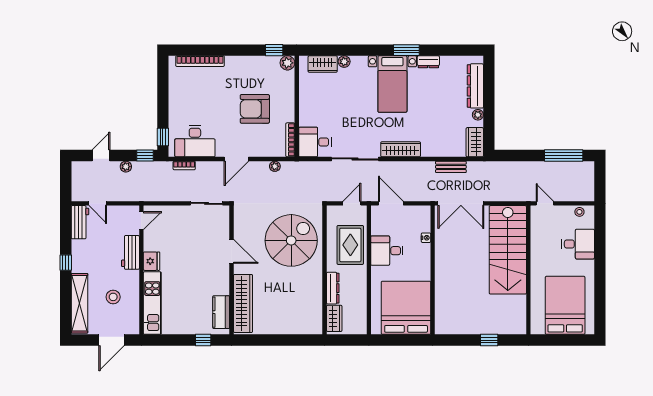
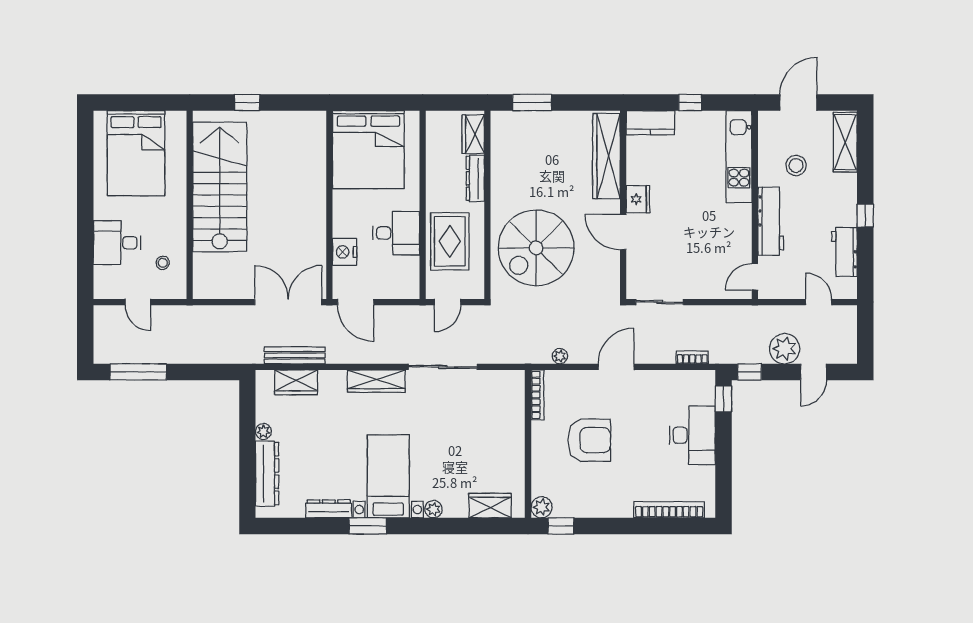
plant: (344, 62) -> (433, 509), moved
dresser: (428, 62) -> (329, 509), width x1.44
desk: (195, 141) -> (692, 435), moved, turned 90
desk: (315, 142) -> (501, 392), removed
wardrobe: (475, 142) -> (296, 382), moved, turned 90
plant: (126, 167) -> (785, 349), width x1.87, depth x1.87
bench: (451, 167) -> (295, 355), width x1.36
door: (391, 203) -> (356, 302), moved
door: (545, 203) -> (138, 302), moved
stool: (579, 212) -> (163, 263), moved
workbench: (80, 222) -> (845, 252), moved
nightstand: (426, 238) -> (345, 252), width x1.89, depth x1.79
stairs: (508, 250) -> (220, 187), moved
workbench: (130, 252) -> (771, 221), width x1.38
fridge: (151, 261) -> (638, 199), moved, turned 180
shelving: (79, 303) -> (845, 142), width x0.68
kitchen counter: (221, 312) -> (650, 123), moved, turned 90
window: (203, 340) -> (690, 103), moved
window: (294, 340) -> (532, 103), added

